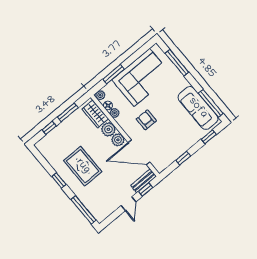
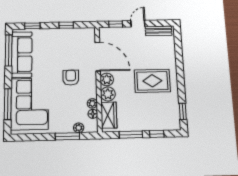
corner sofa: (142, 77) -> (30, 104), moved, turned 90
plant: (100, 95) -> (79, 128), moved
armchair: (146, 120) -> (71, 78), turned 180
rug: (83, 166) -> (152, 81), turned 90
window: (59, 180) -> (183, 111), moved
bench: (144, 181) -> (158, 31), moved
window: (83, 210) -> (178, 46), removed

